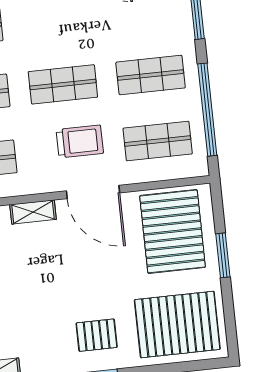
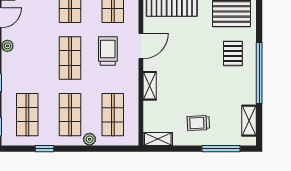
door: (93, 192) -> (141, 46), width x0.73

